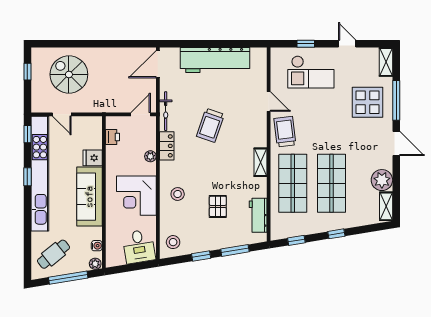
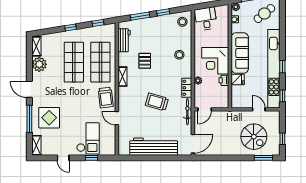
window: (55, 44) -> (263, 158), added
checkout: (311, 72) -> (88, 138), turned 90
trolley: (210, 125) -> (157, 102), turned -93
printer: (113, 137) -> (224, 80), moved
corner desk: (136, 196) -> (215, 61), moved, turned 180
pallet: (218, 206) -> (145, 61), moved

